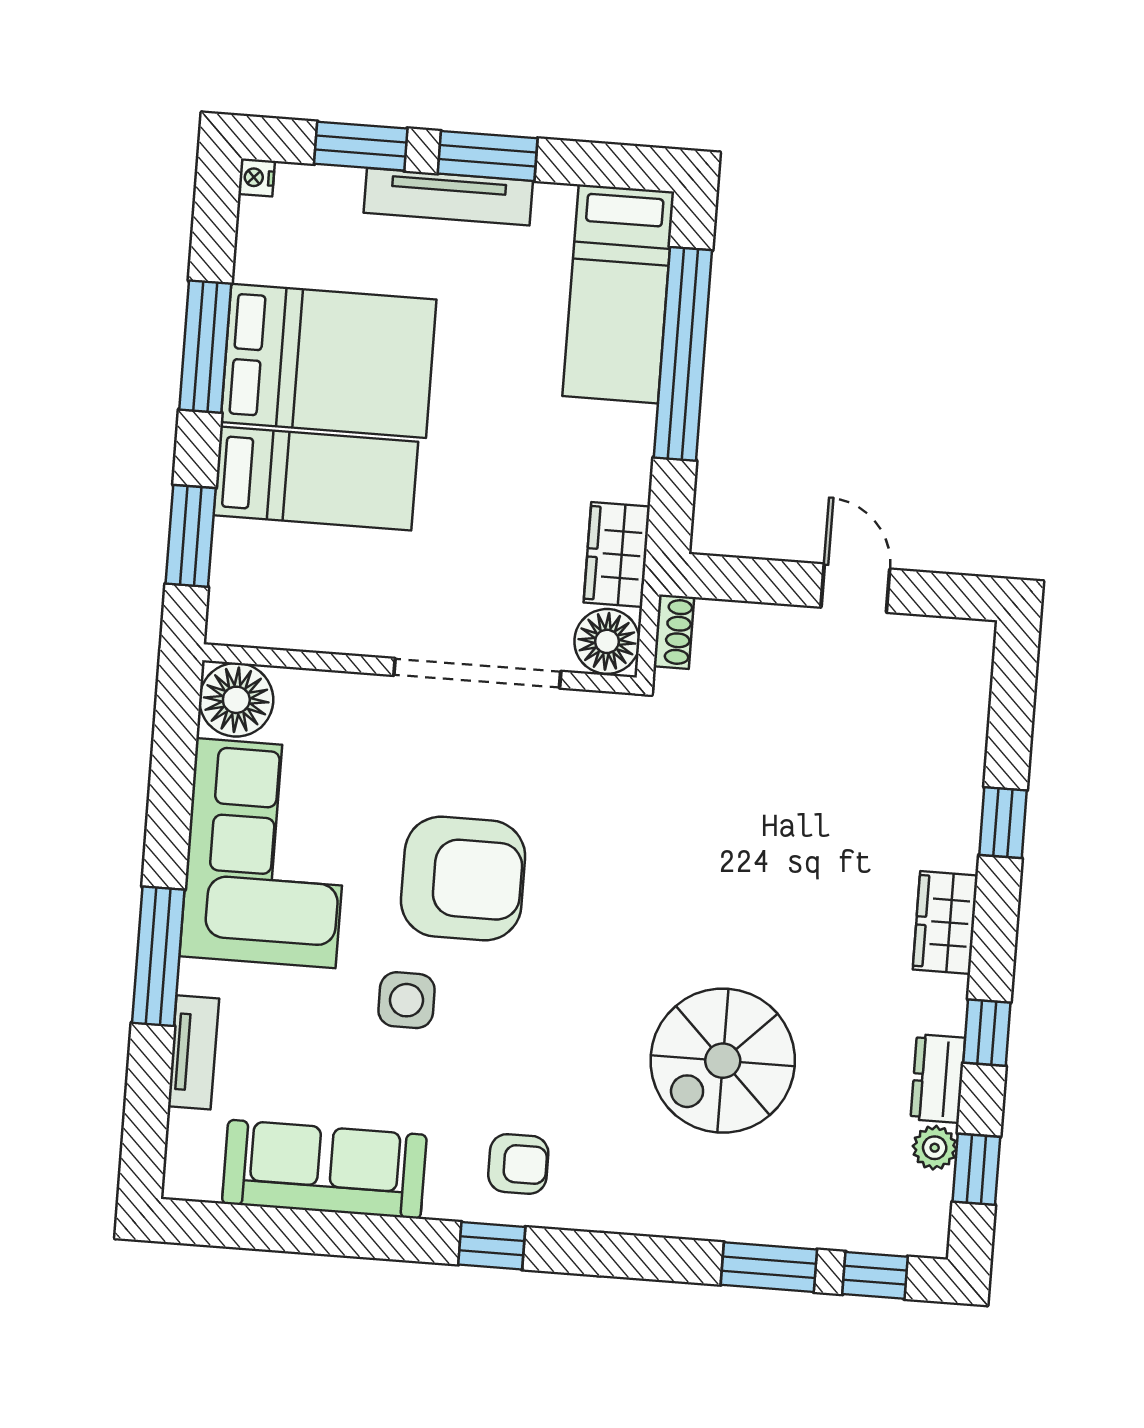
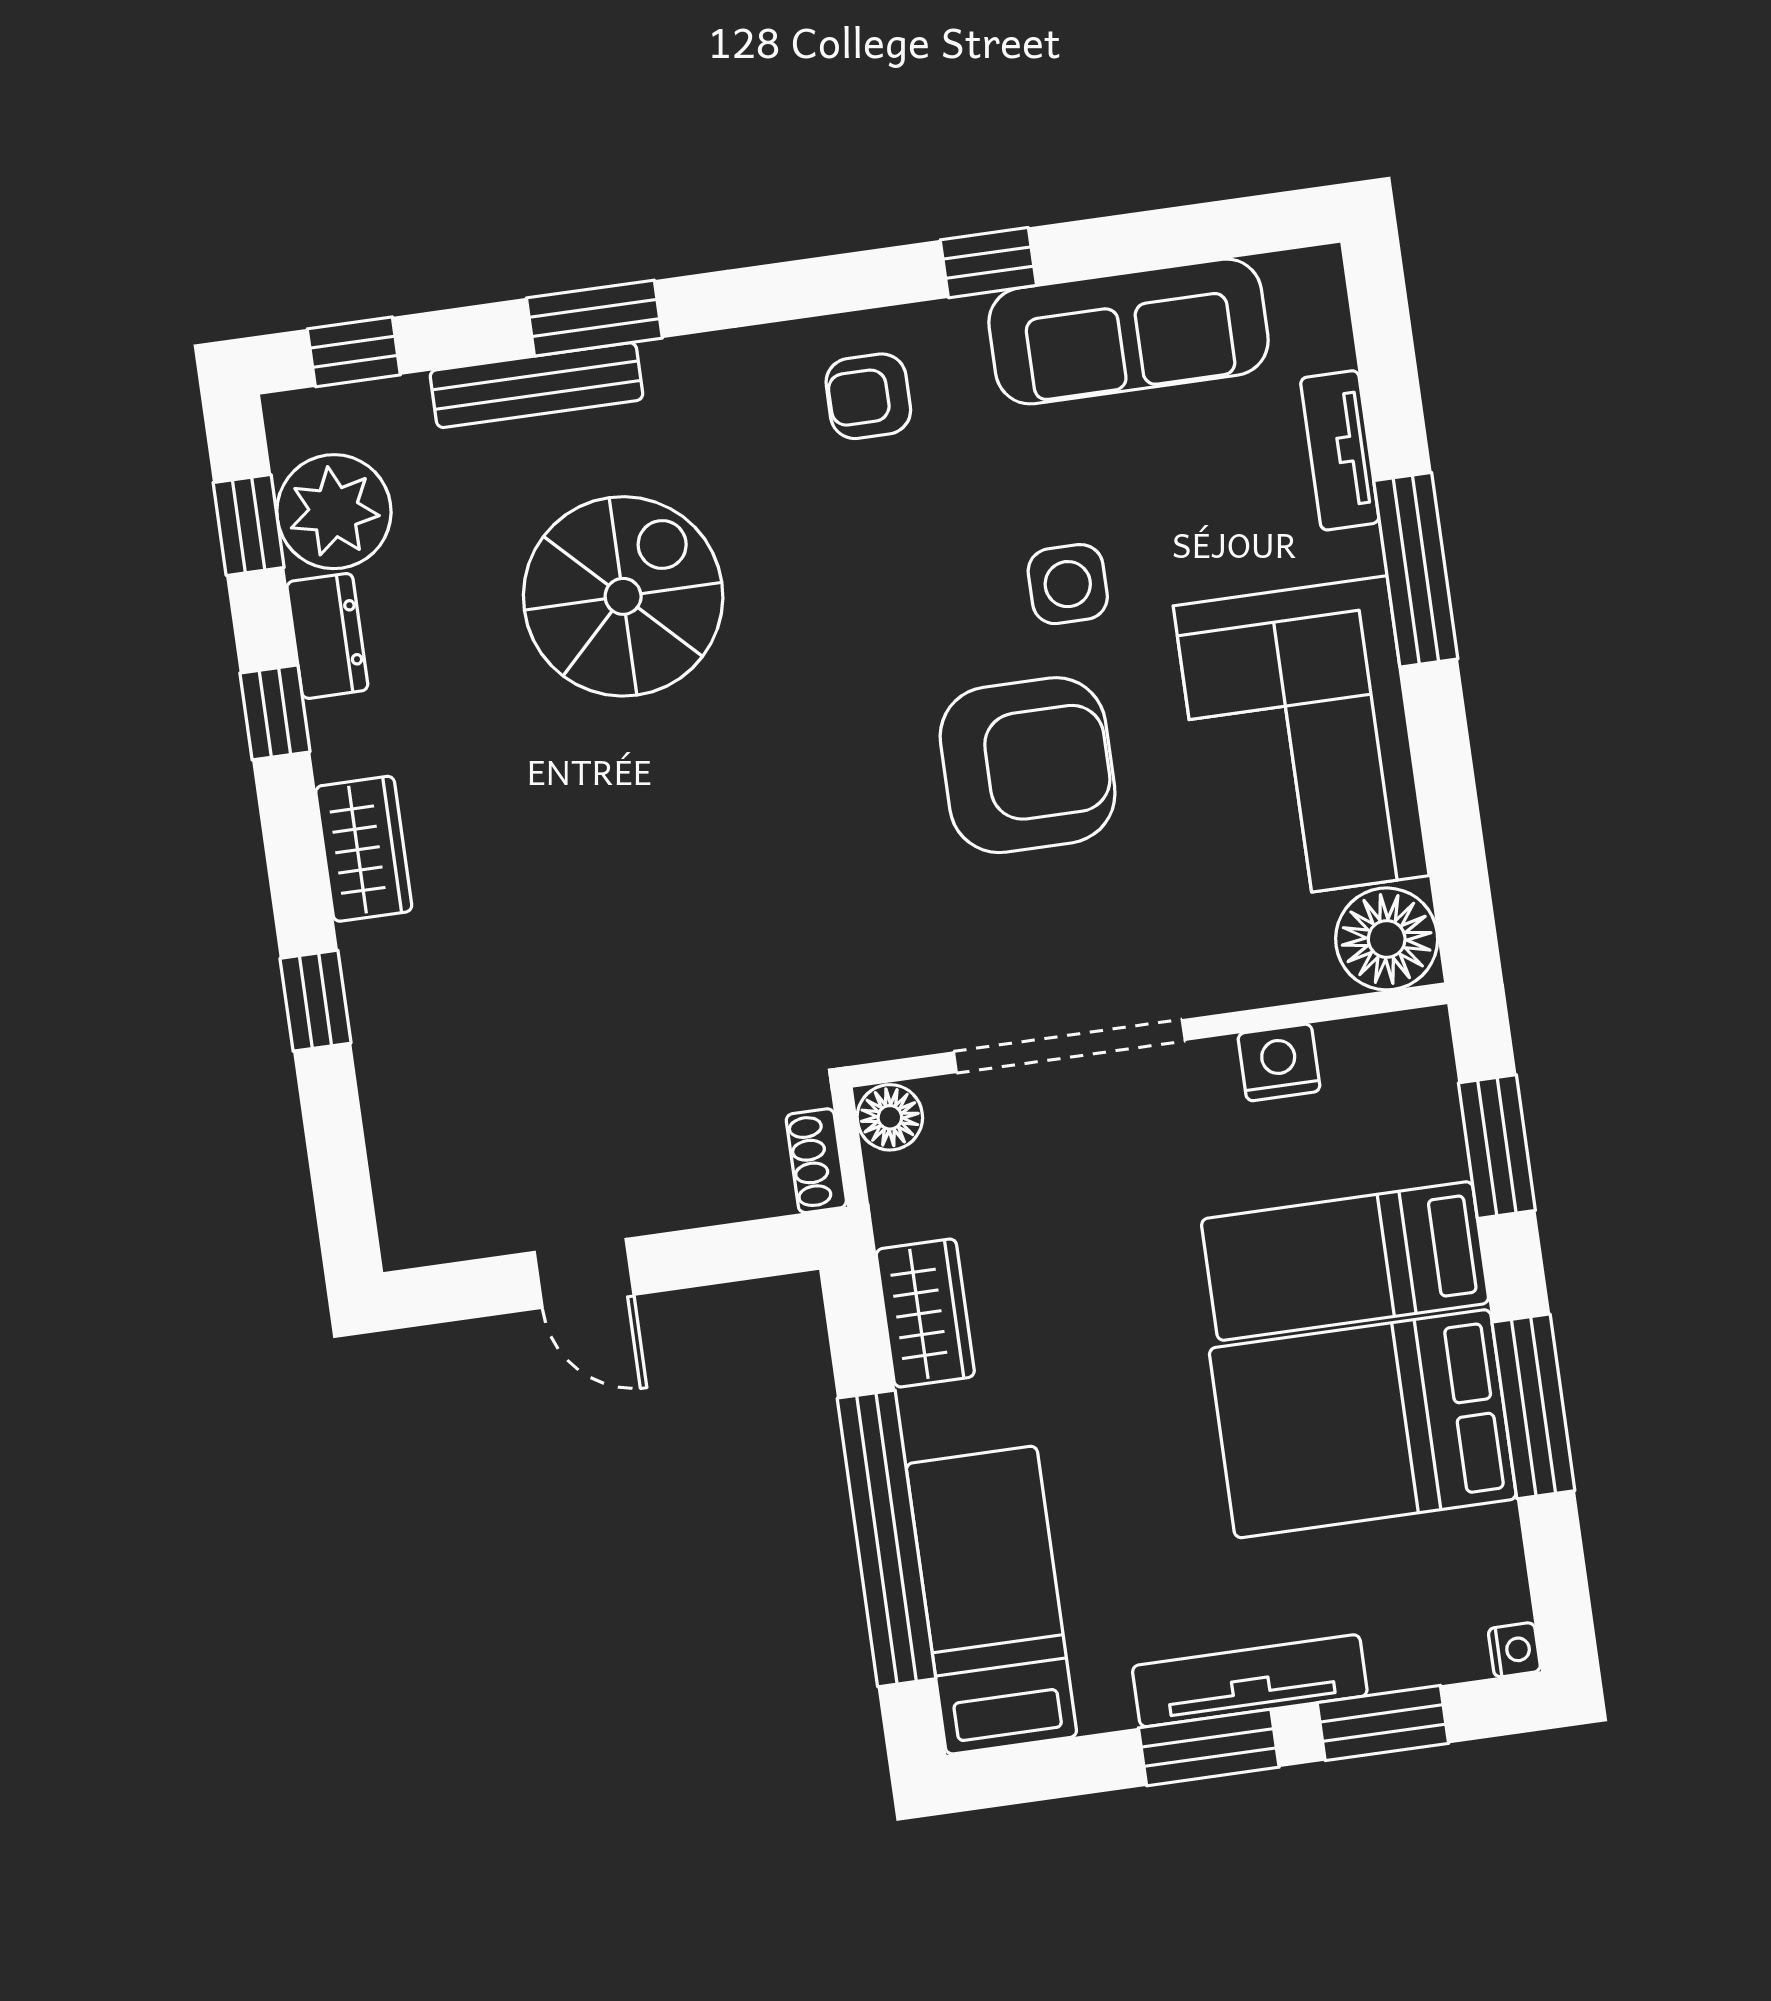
wardrobe: (617, 555) -> (925, 1313), moved
nightstand: (332, 629) -> (1279, 1062), added
floor lamp: (607, 641) -> (890, 1117), width x0.73, depth x0.73
armchair: (463, 878) -> (1028, 765), turned 180
plant: (935, 1148) -> (334, 512), width x1.88, depth x1.88
bench: (751, 1223) -> (536, 385), added
window: (492, 1246) -> (988, 263), moved
window: (769, 1267) -> (594, 318), moved

